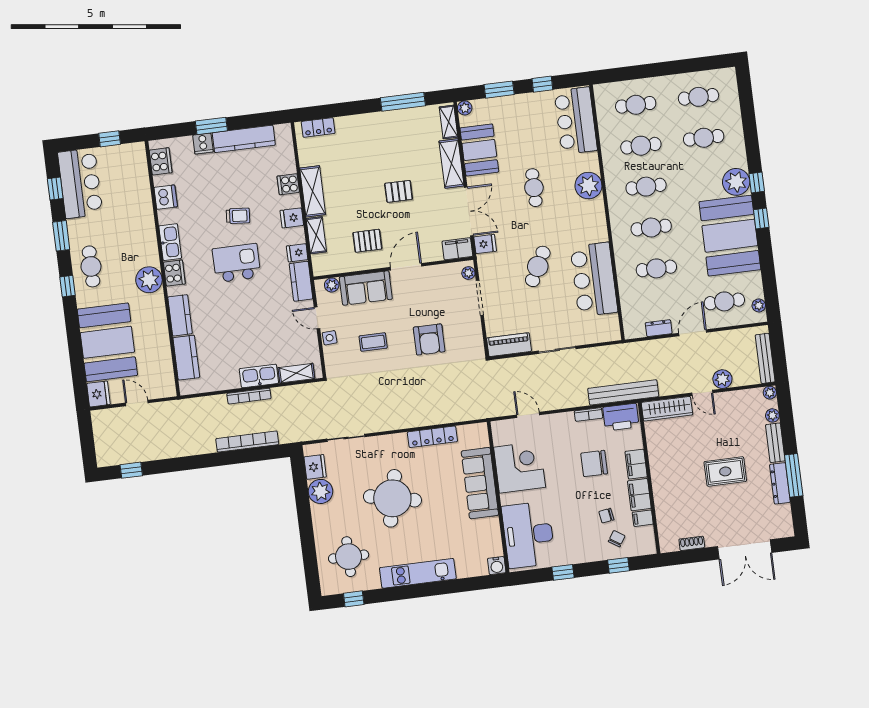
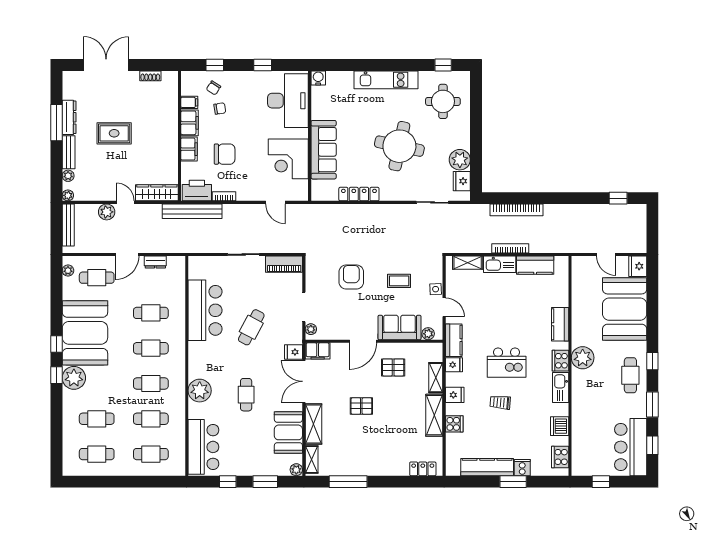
kitchen counter: (186, 358) -> (535, 265), moved, turned -90

